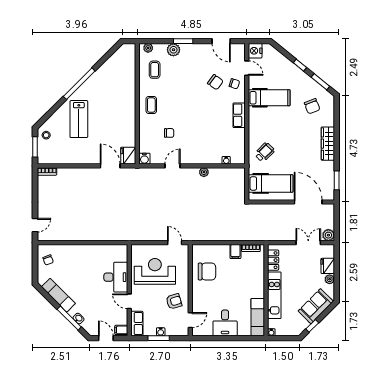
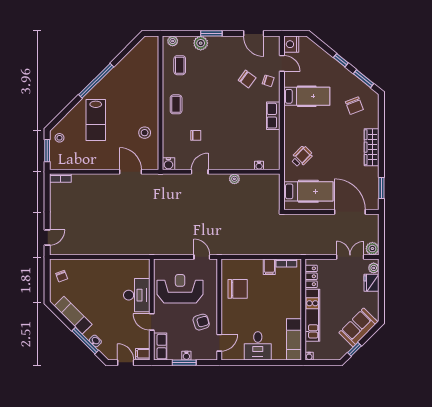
stool: (123, 131) -> (145, 133), added
fridge: (128, 156) -> (150, 160), removed
plant: (330, 279) -> (374, 268), moved

